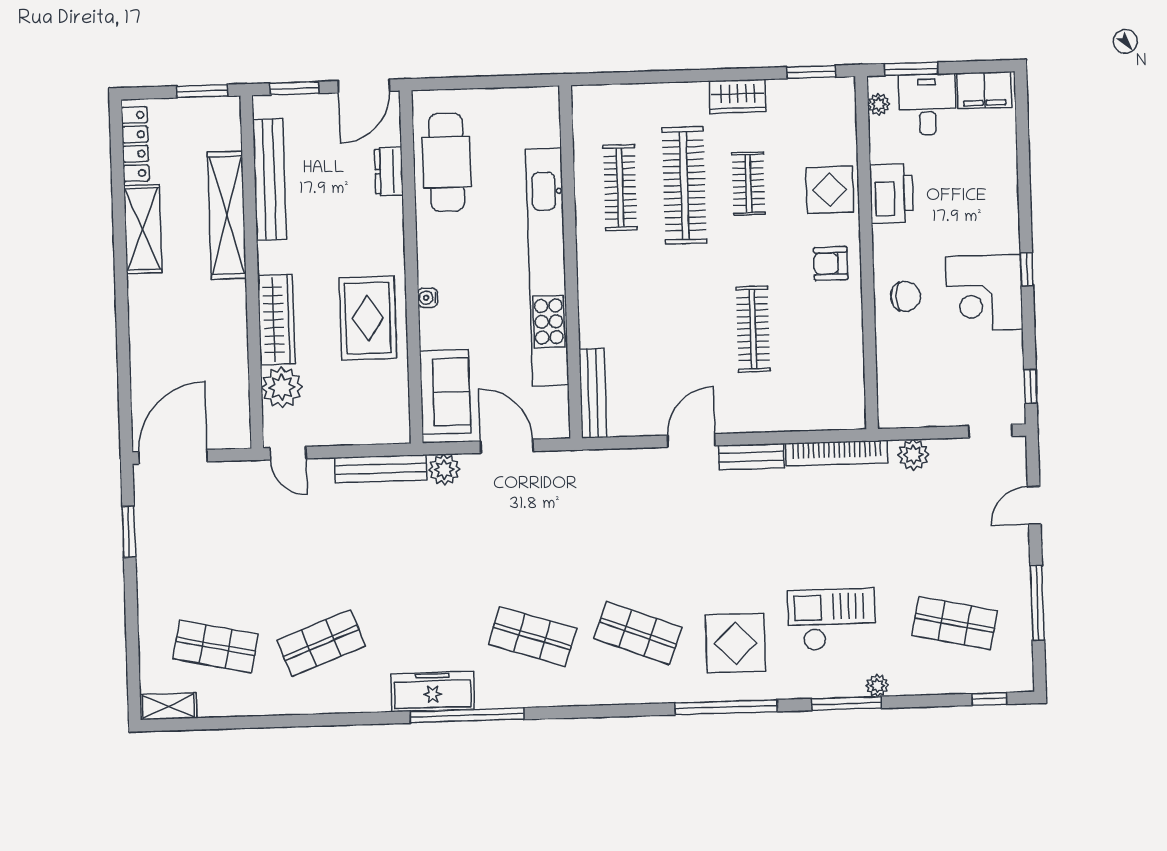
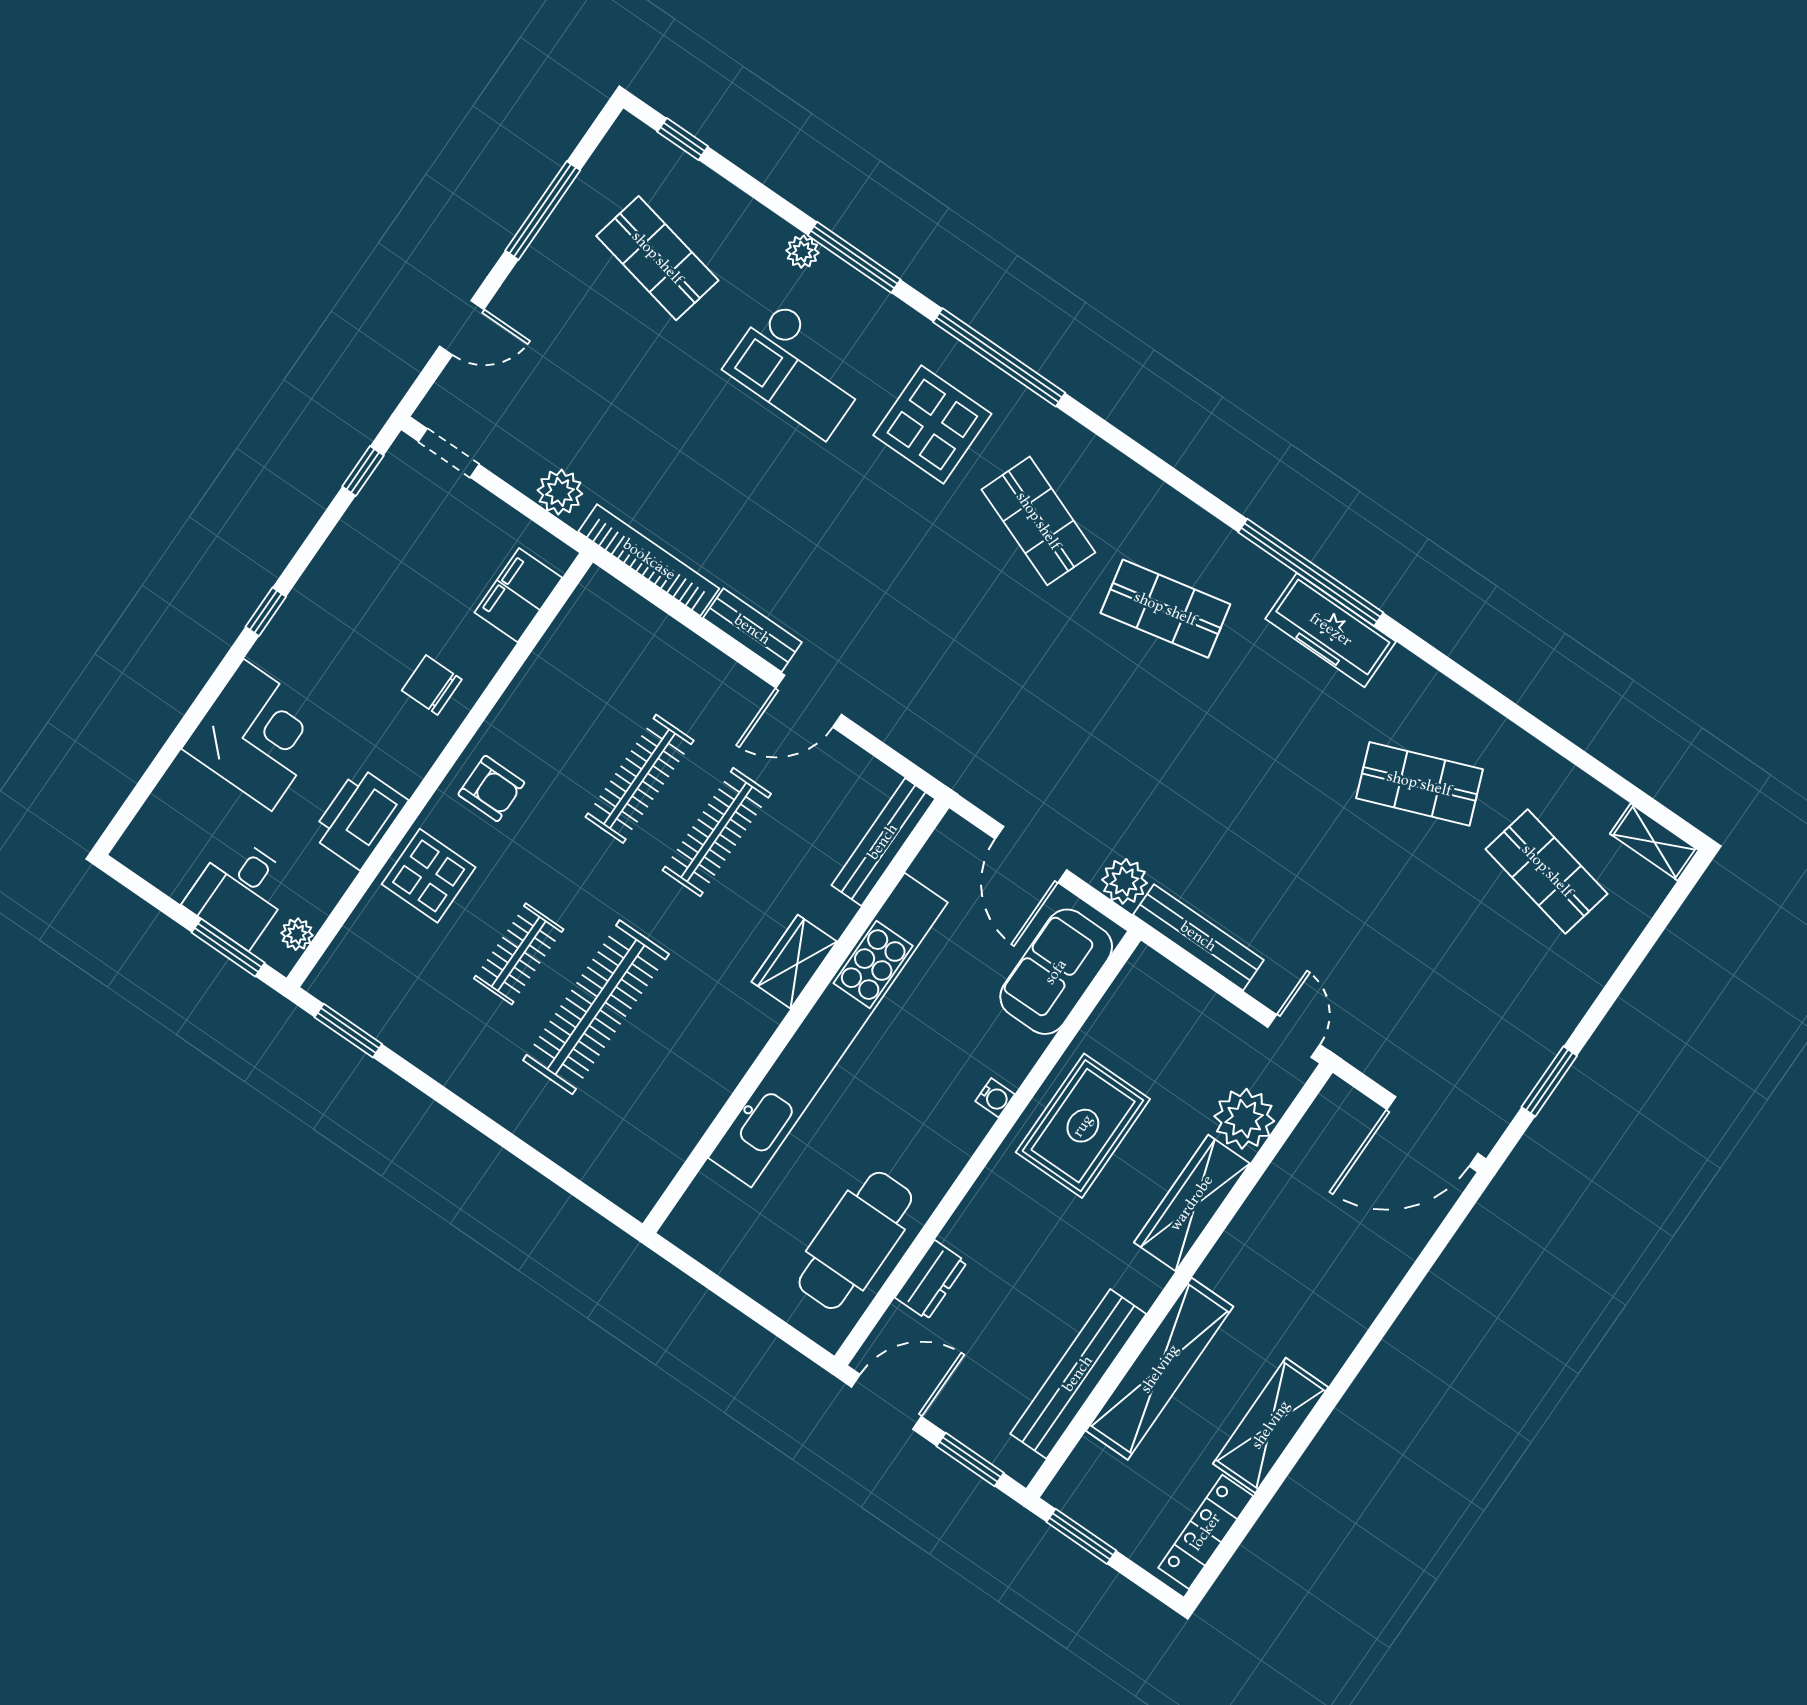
filing cabinet: (984, 90) -> (518, 595), moved, turned -90
wardrobe: (738, 96) -> (794, 962), moved, turned -90
clothes rail: (620, 187) -> (717, 832), moved
corner desk: (984, 293) -> (258, 735), moved
shop shelf: (532, 636) -> (1165, 609), turned -30

